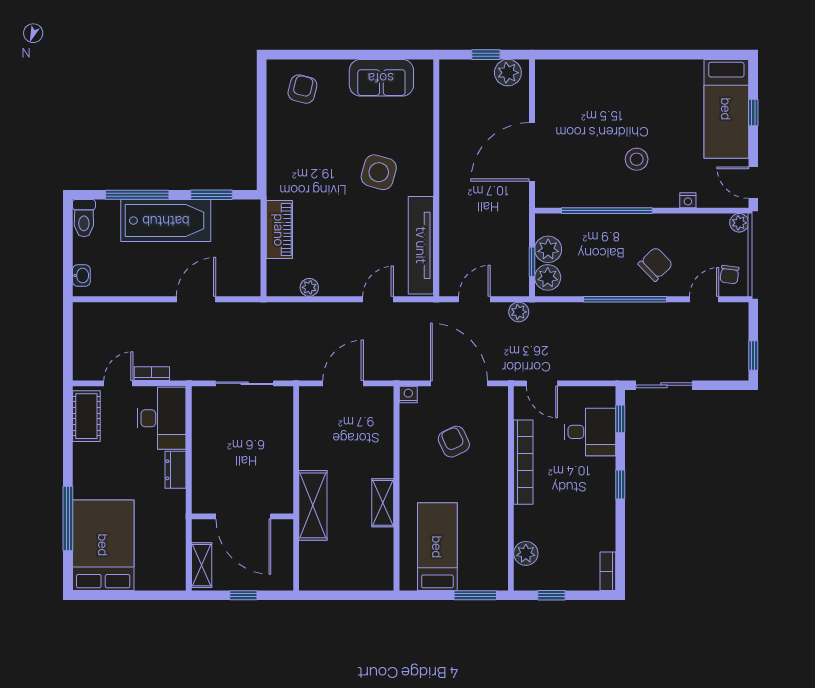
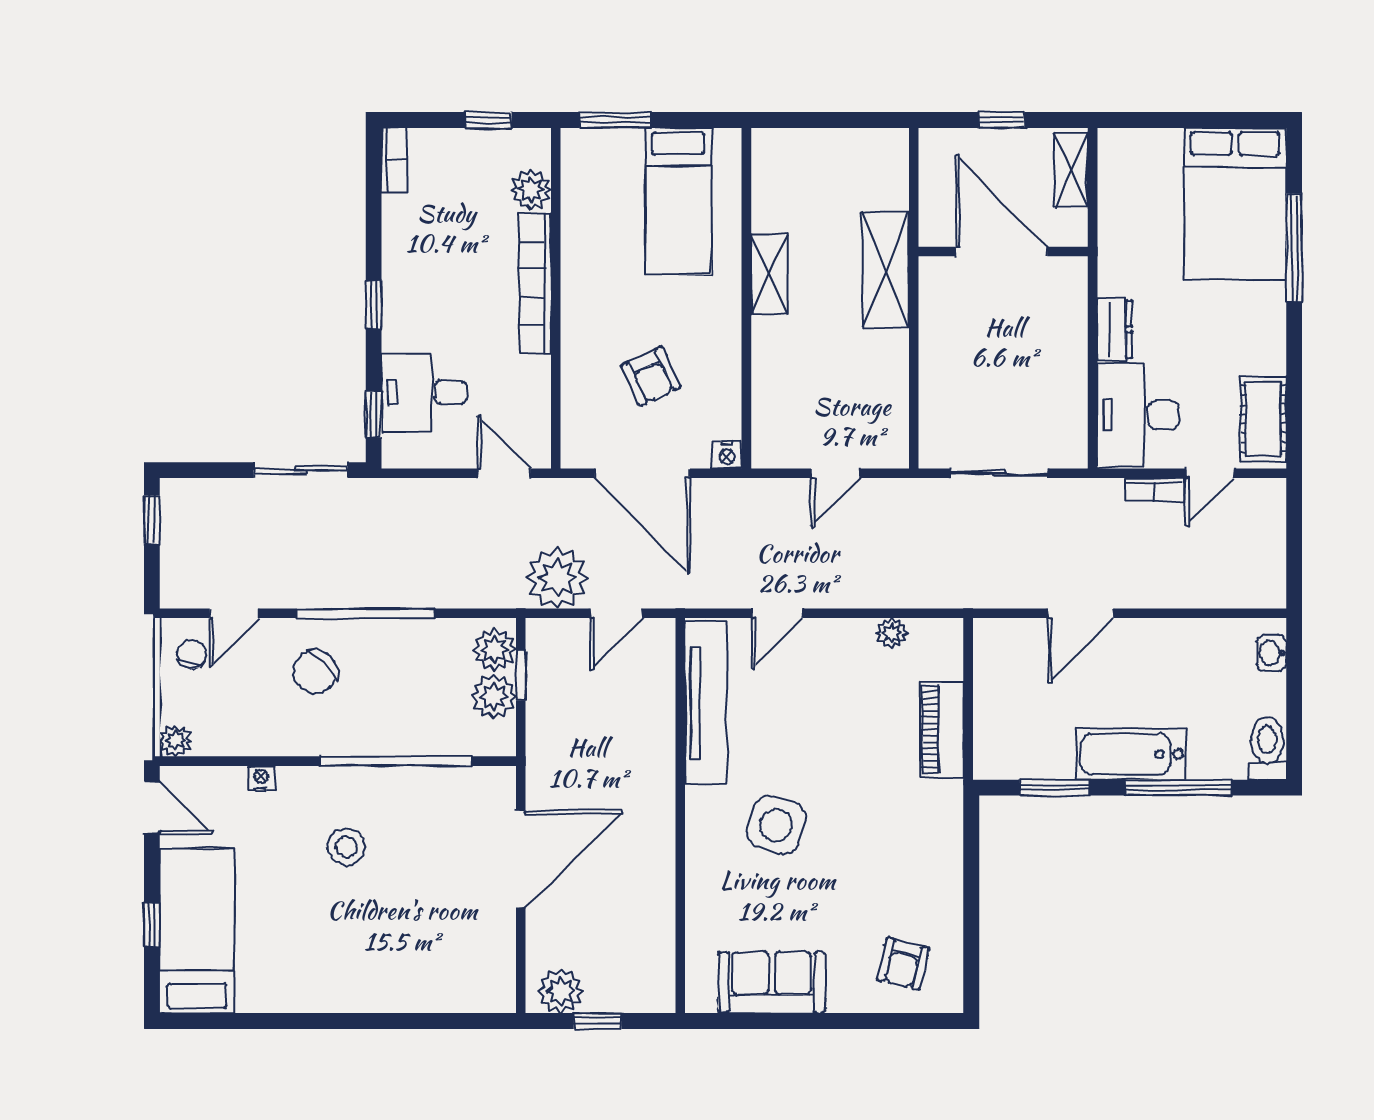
bathtub: (166, 221) -> (1131, 754), width x0.73, depth x0.73
plant: (519, 312) -> (557, 578), width x1.87, depth x1.87
door: (343, 383) -> (836, 473), width x0.73
bookcase: (523, 462) -> (535, 283), moved

